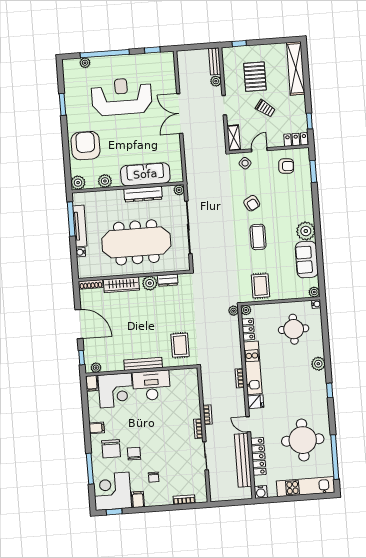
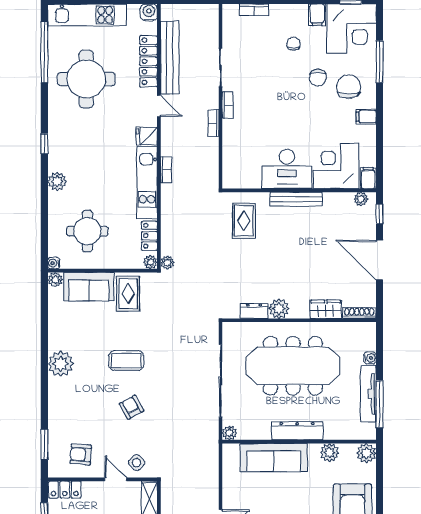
door: (259, 150) -> (116, 479), swing flipped
dresser: (143, 194) -> (297, 431), moved
coffee table: (258, 237) -> (126, 361), turned 90
sofa: (307, 260) -> (89, 287), moved, turned 90
wardrobe: (121, 285) -> (326, 309), width x0.67

